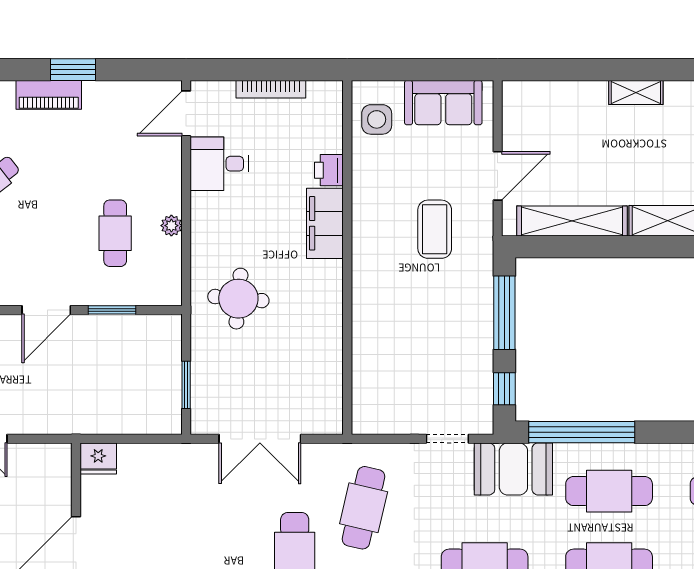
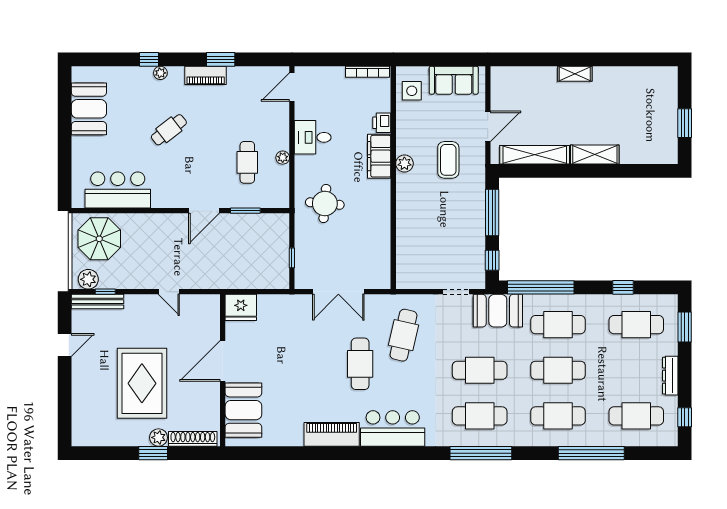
bookcase: (271, 89) -> (367, 72), moved
desk: (219, 164) -> (313, 137), moved
plant: (365, 235) -> (404, 163), added
window: (186, 385) -> (292, 258), width x0.67
fridge: (98, 458) -> (241, 307), width x1.36, depth x1.34

